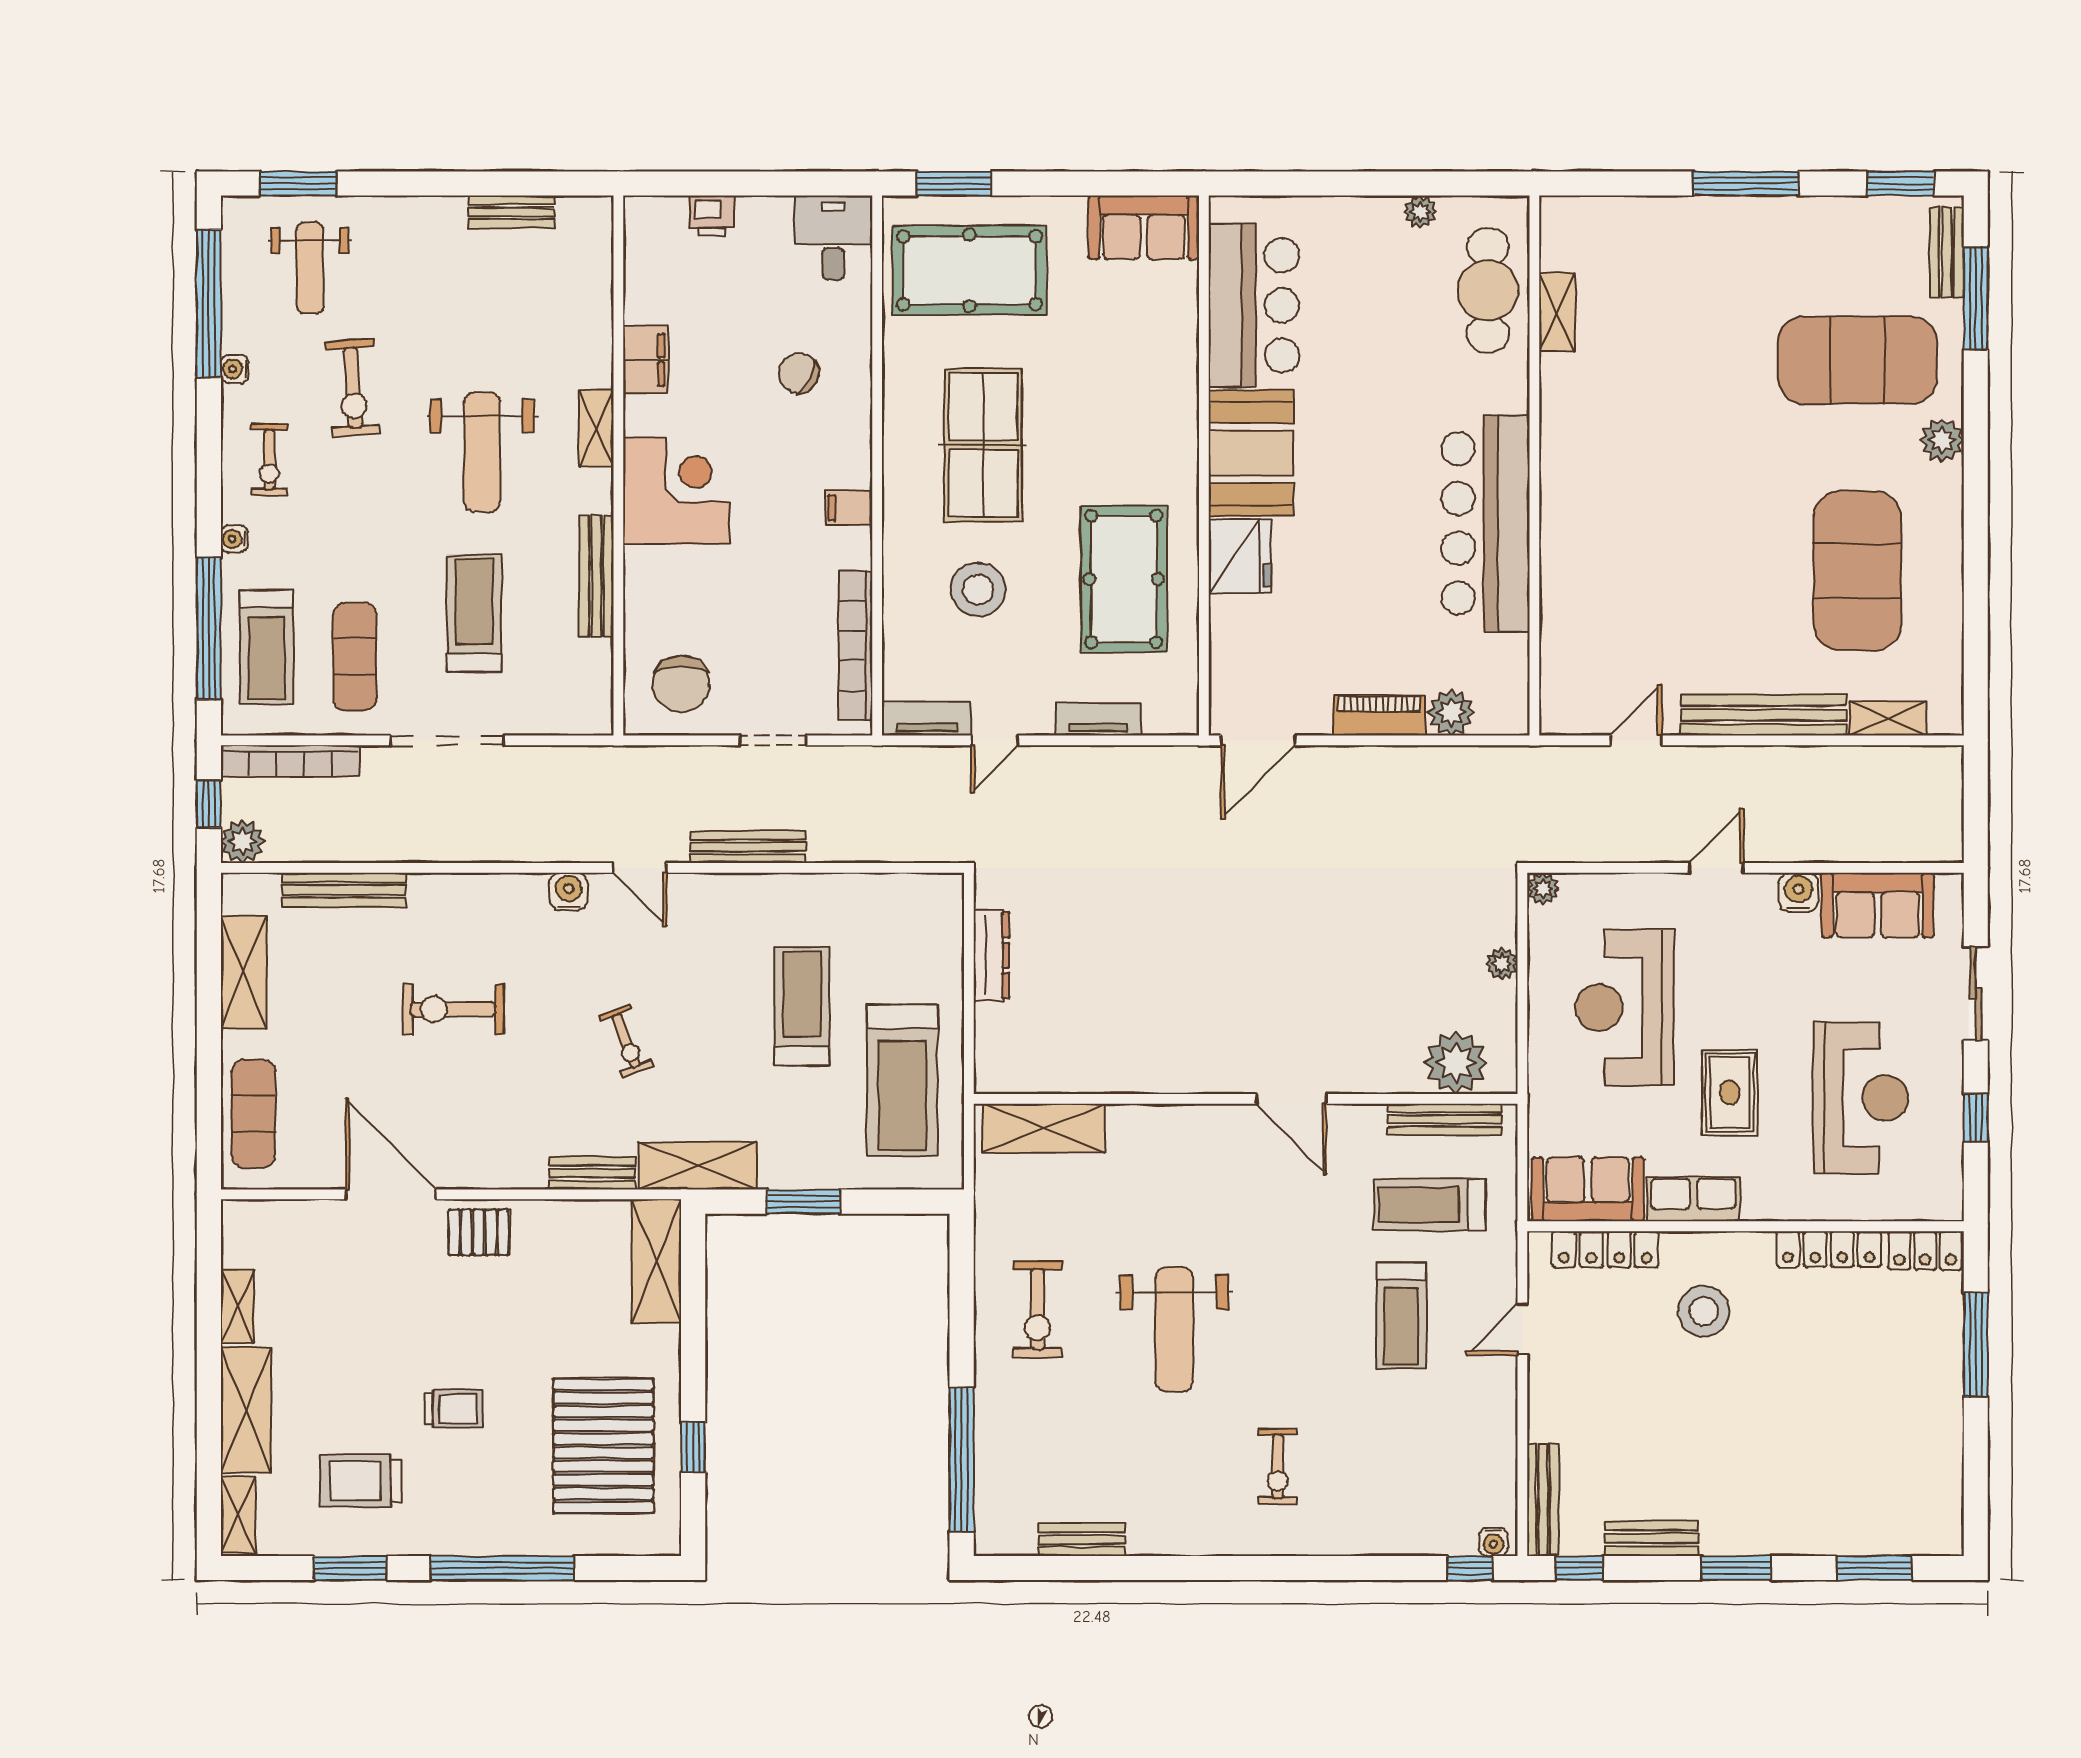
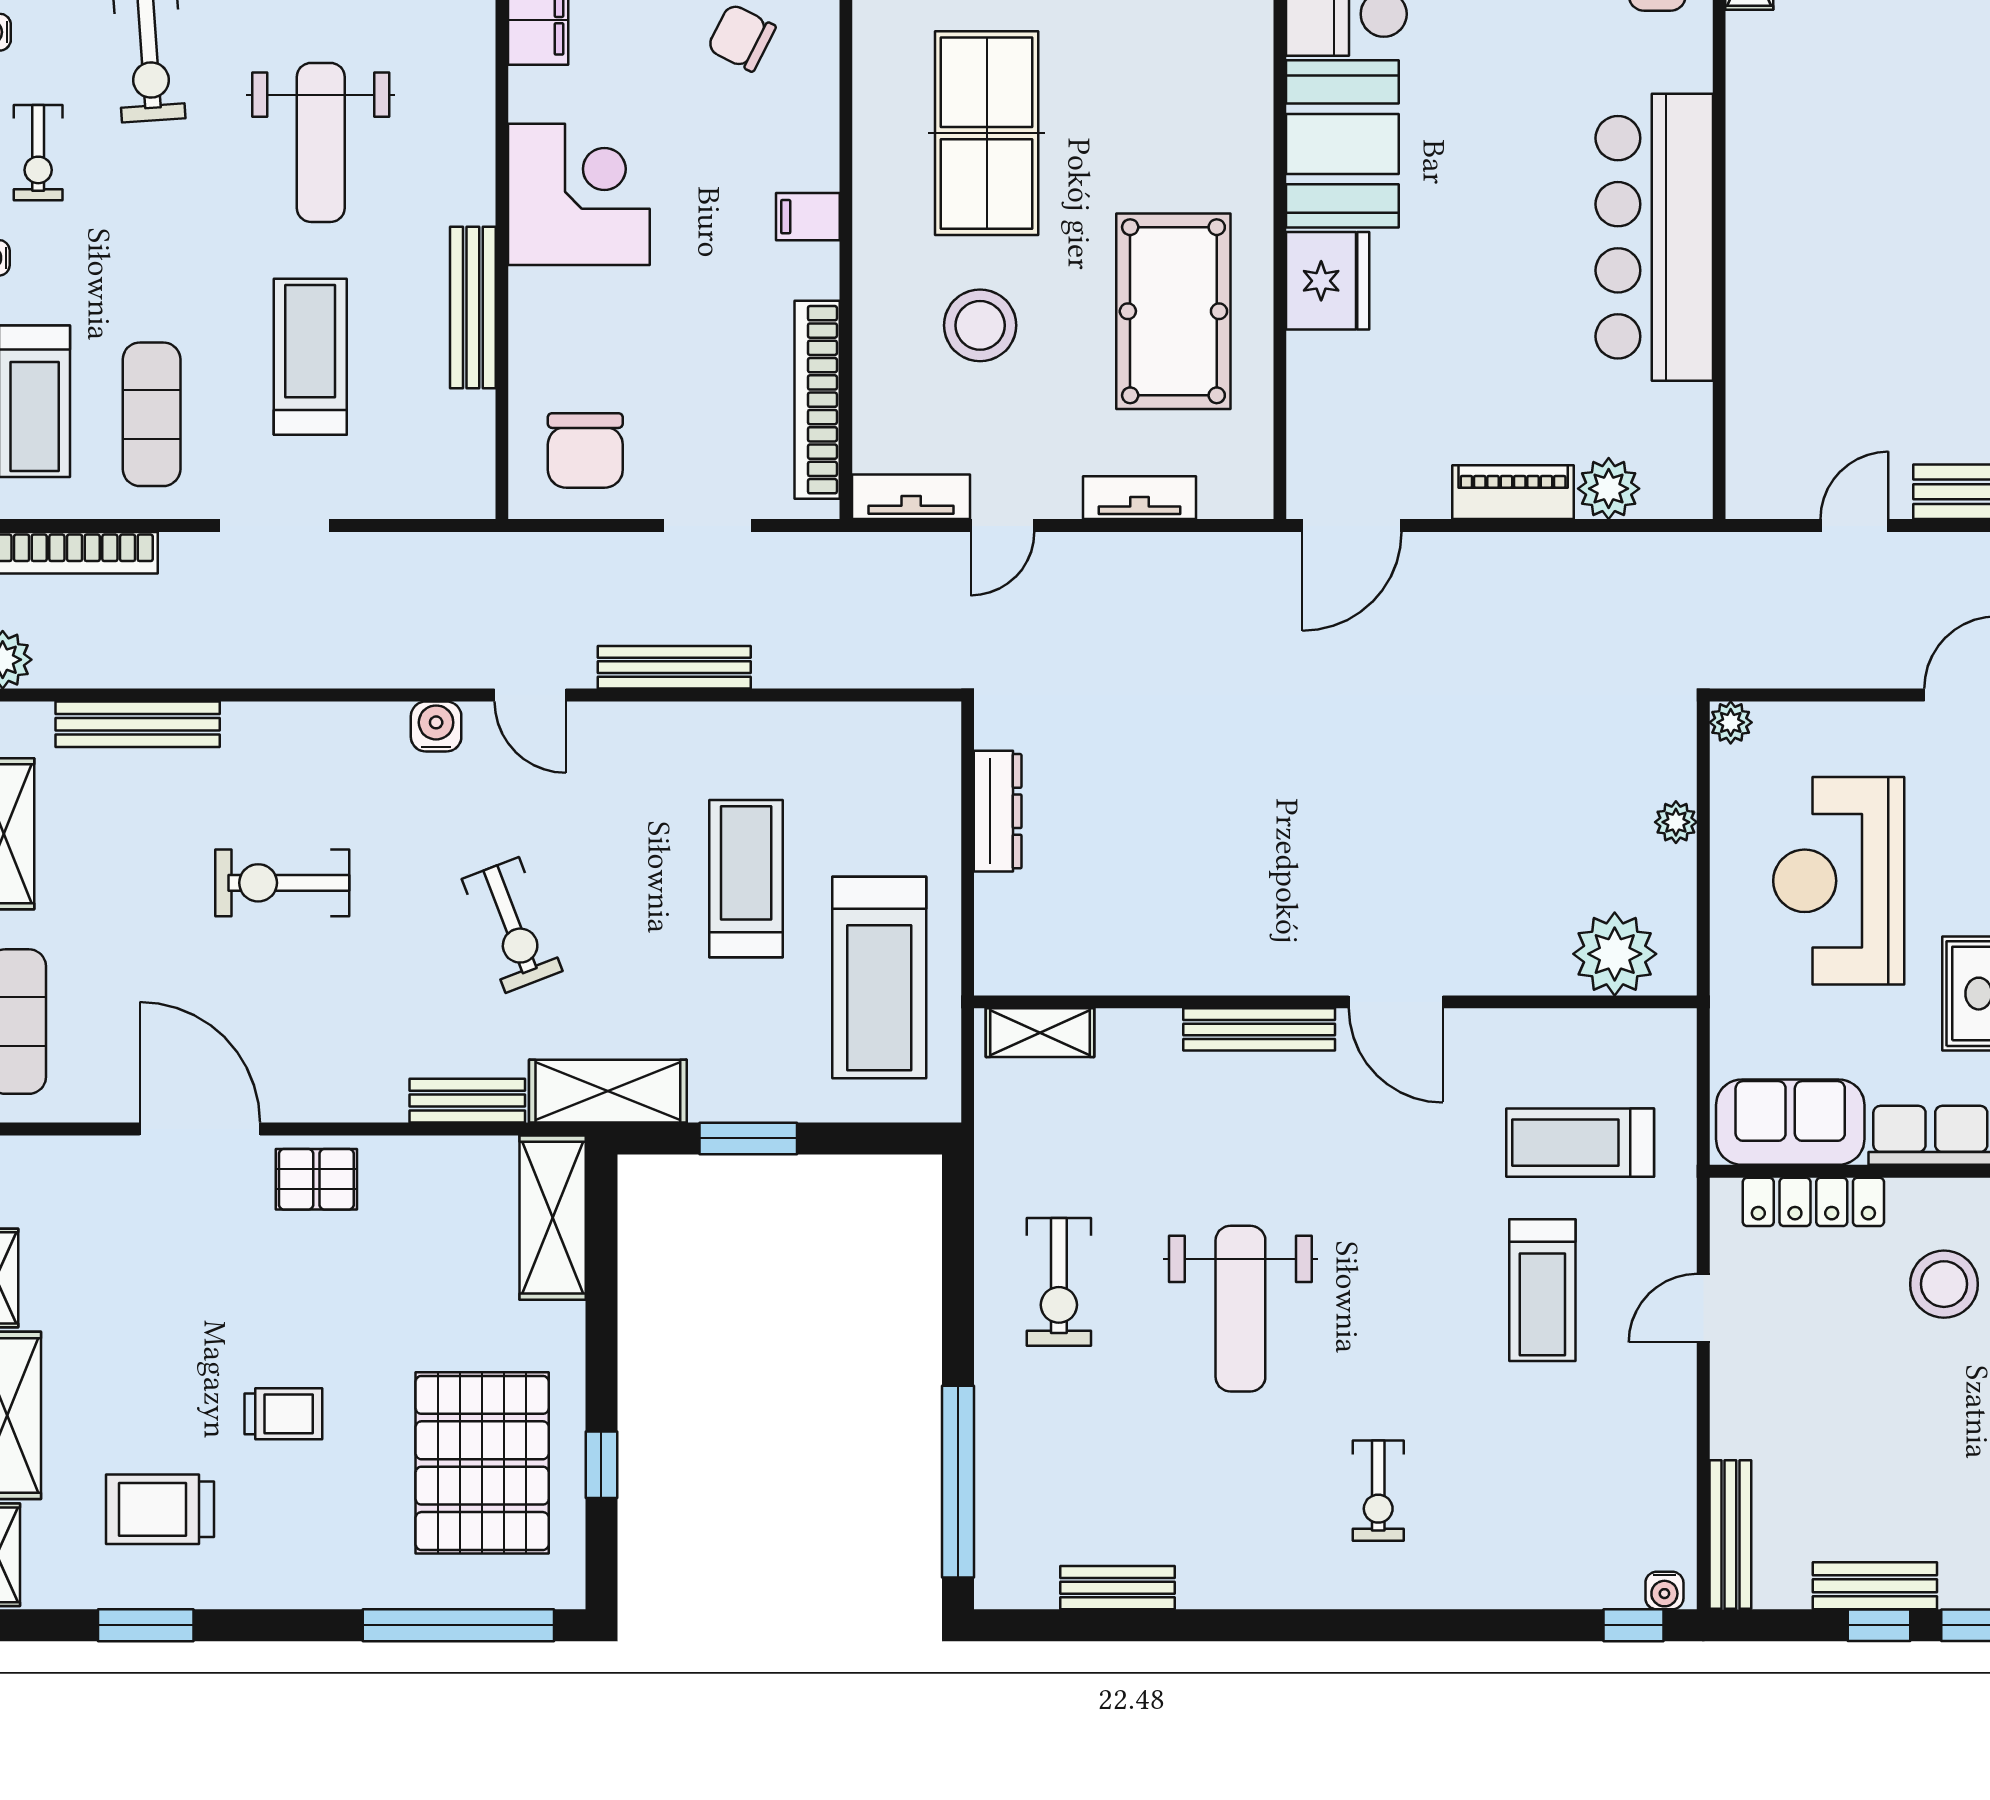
shelving: (596, 428) -> (473, 111), removed
doorway: (447, 740) -> (274, 526), width x0.73
exercise bike: (626, 1041) -> (512, 925), width x1.38, depth x1.39
bench: (1445, 1120) -> (1259, 1029), moved
shelving: (1044, 1128) -> (1040, 1033), width x0.67, depth x0.75
window: (502, 1568) -> (458, 1625), moved
window: (1579, 1568) -> (1879, 1625), moved

